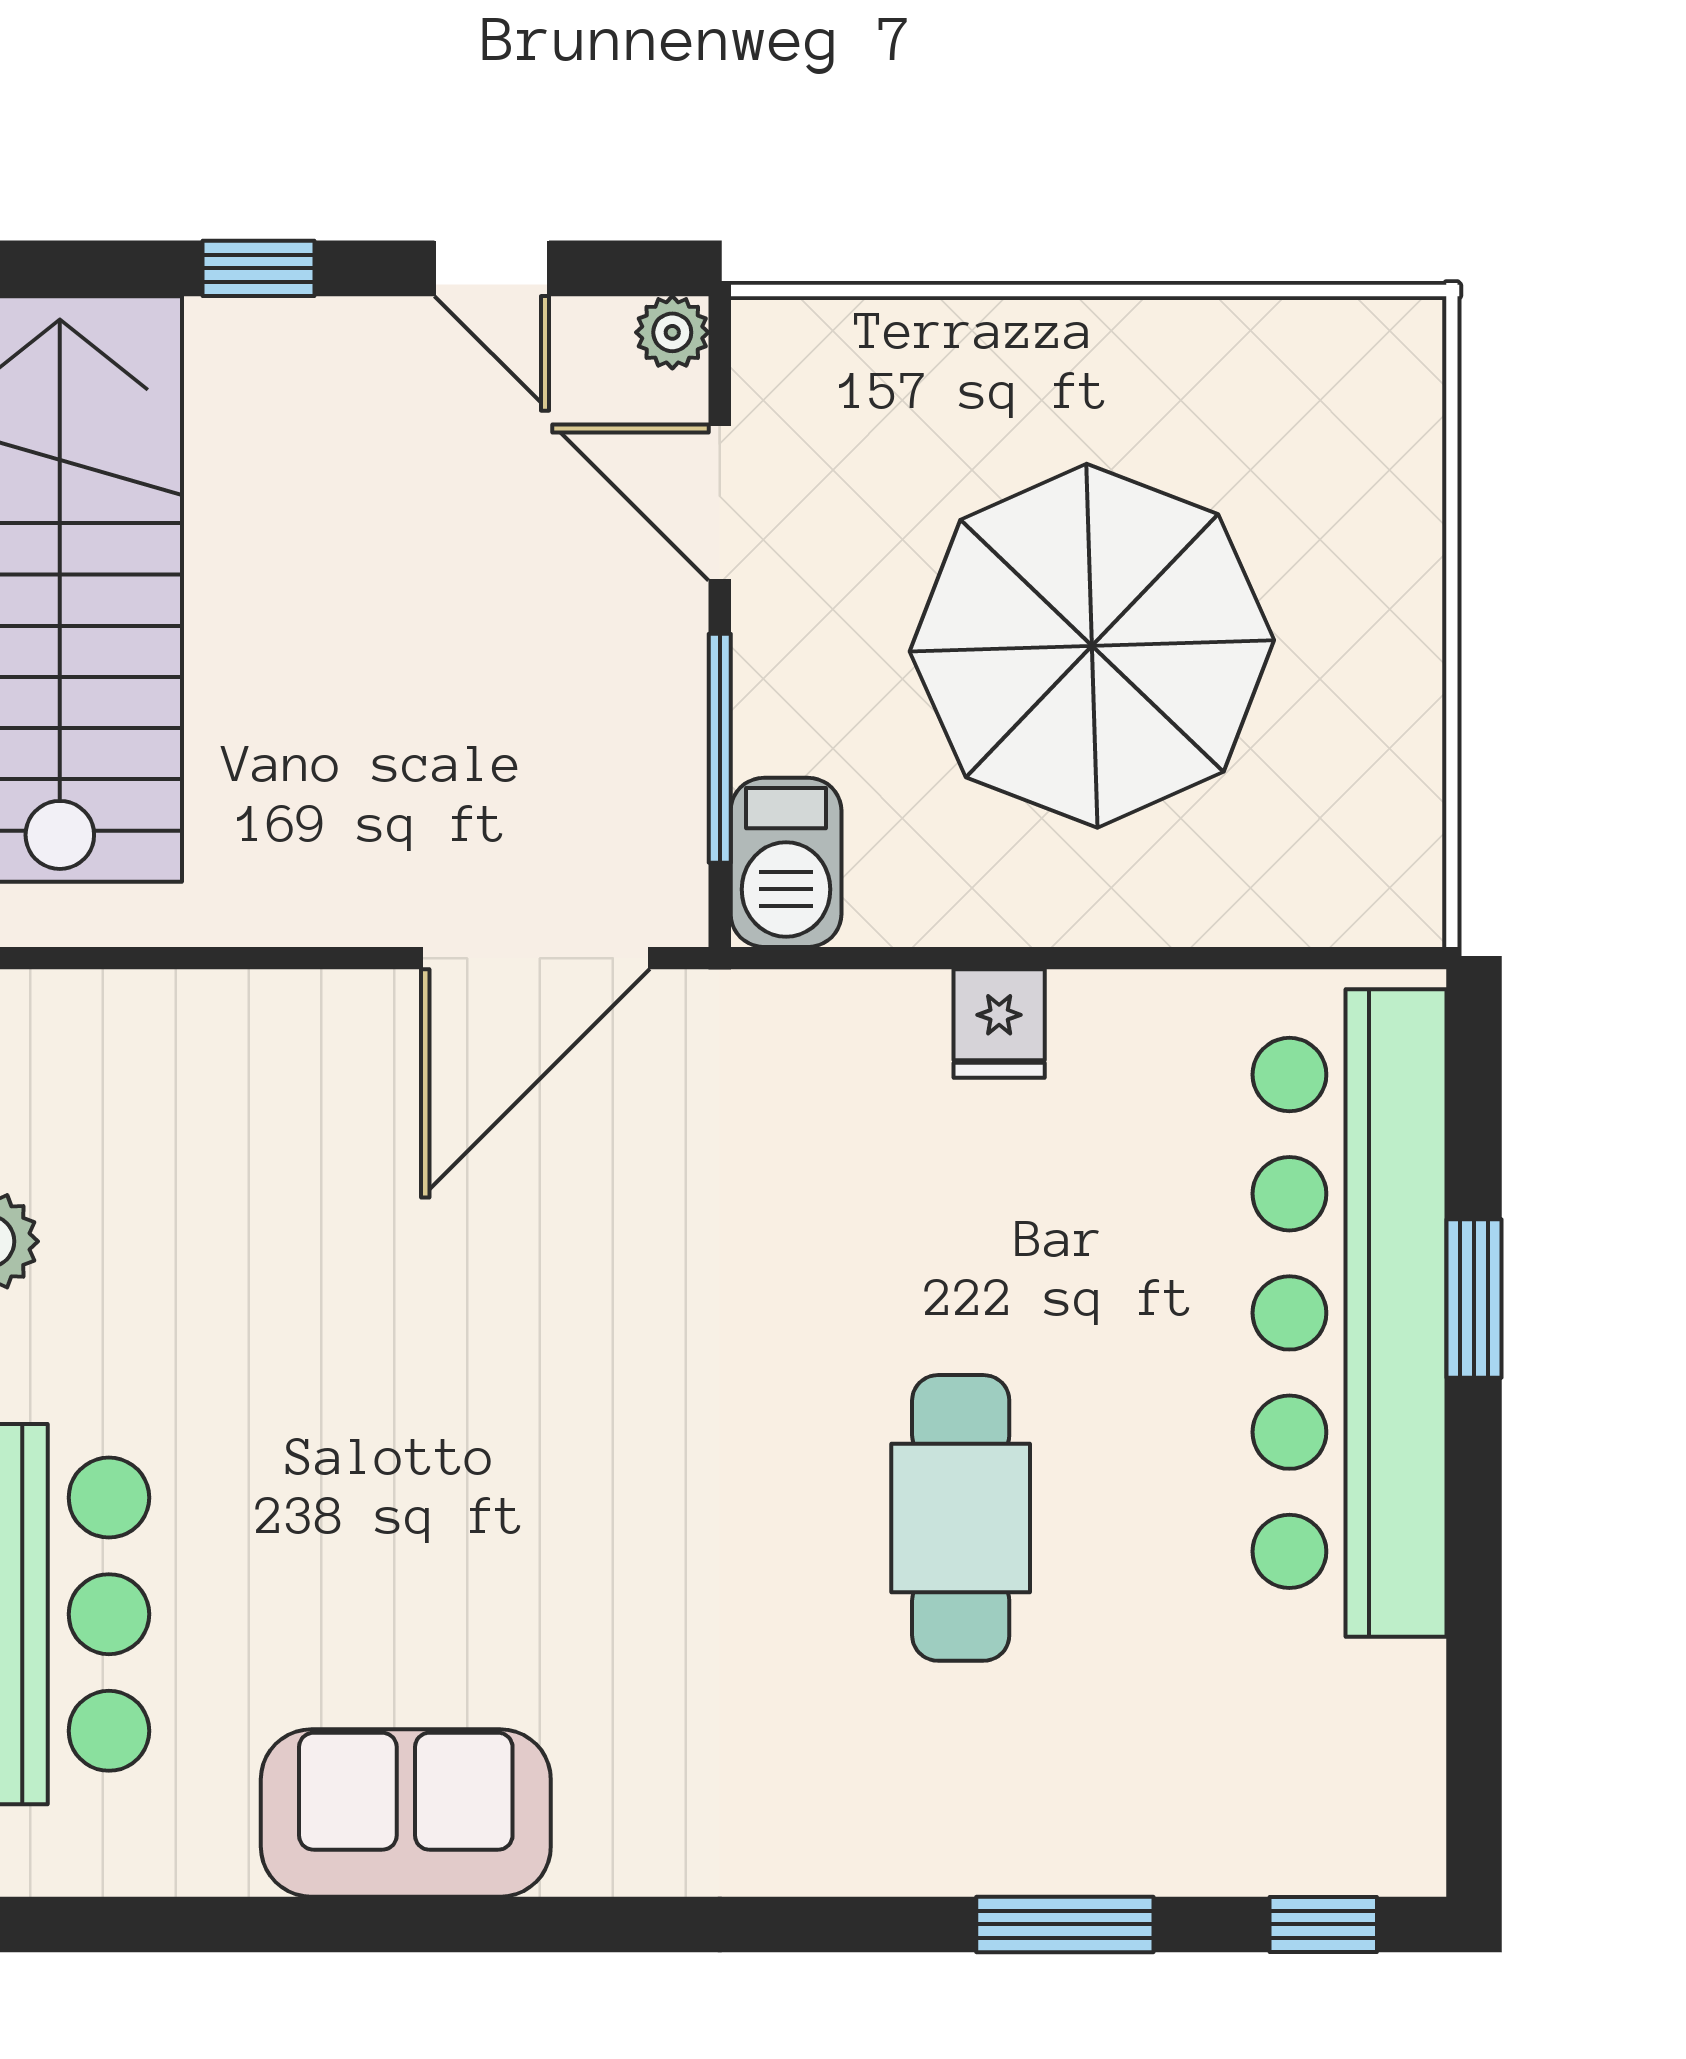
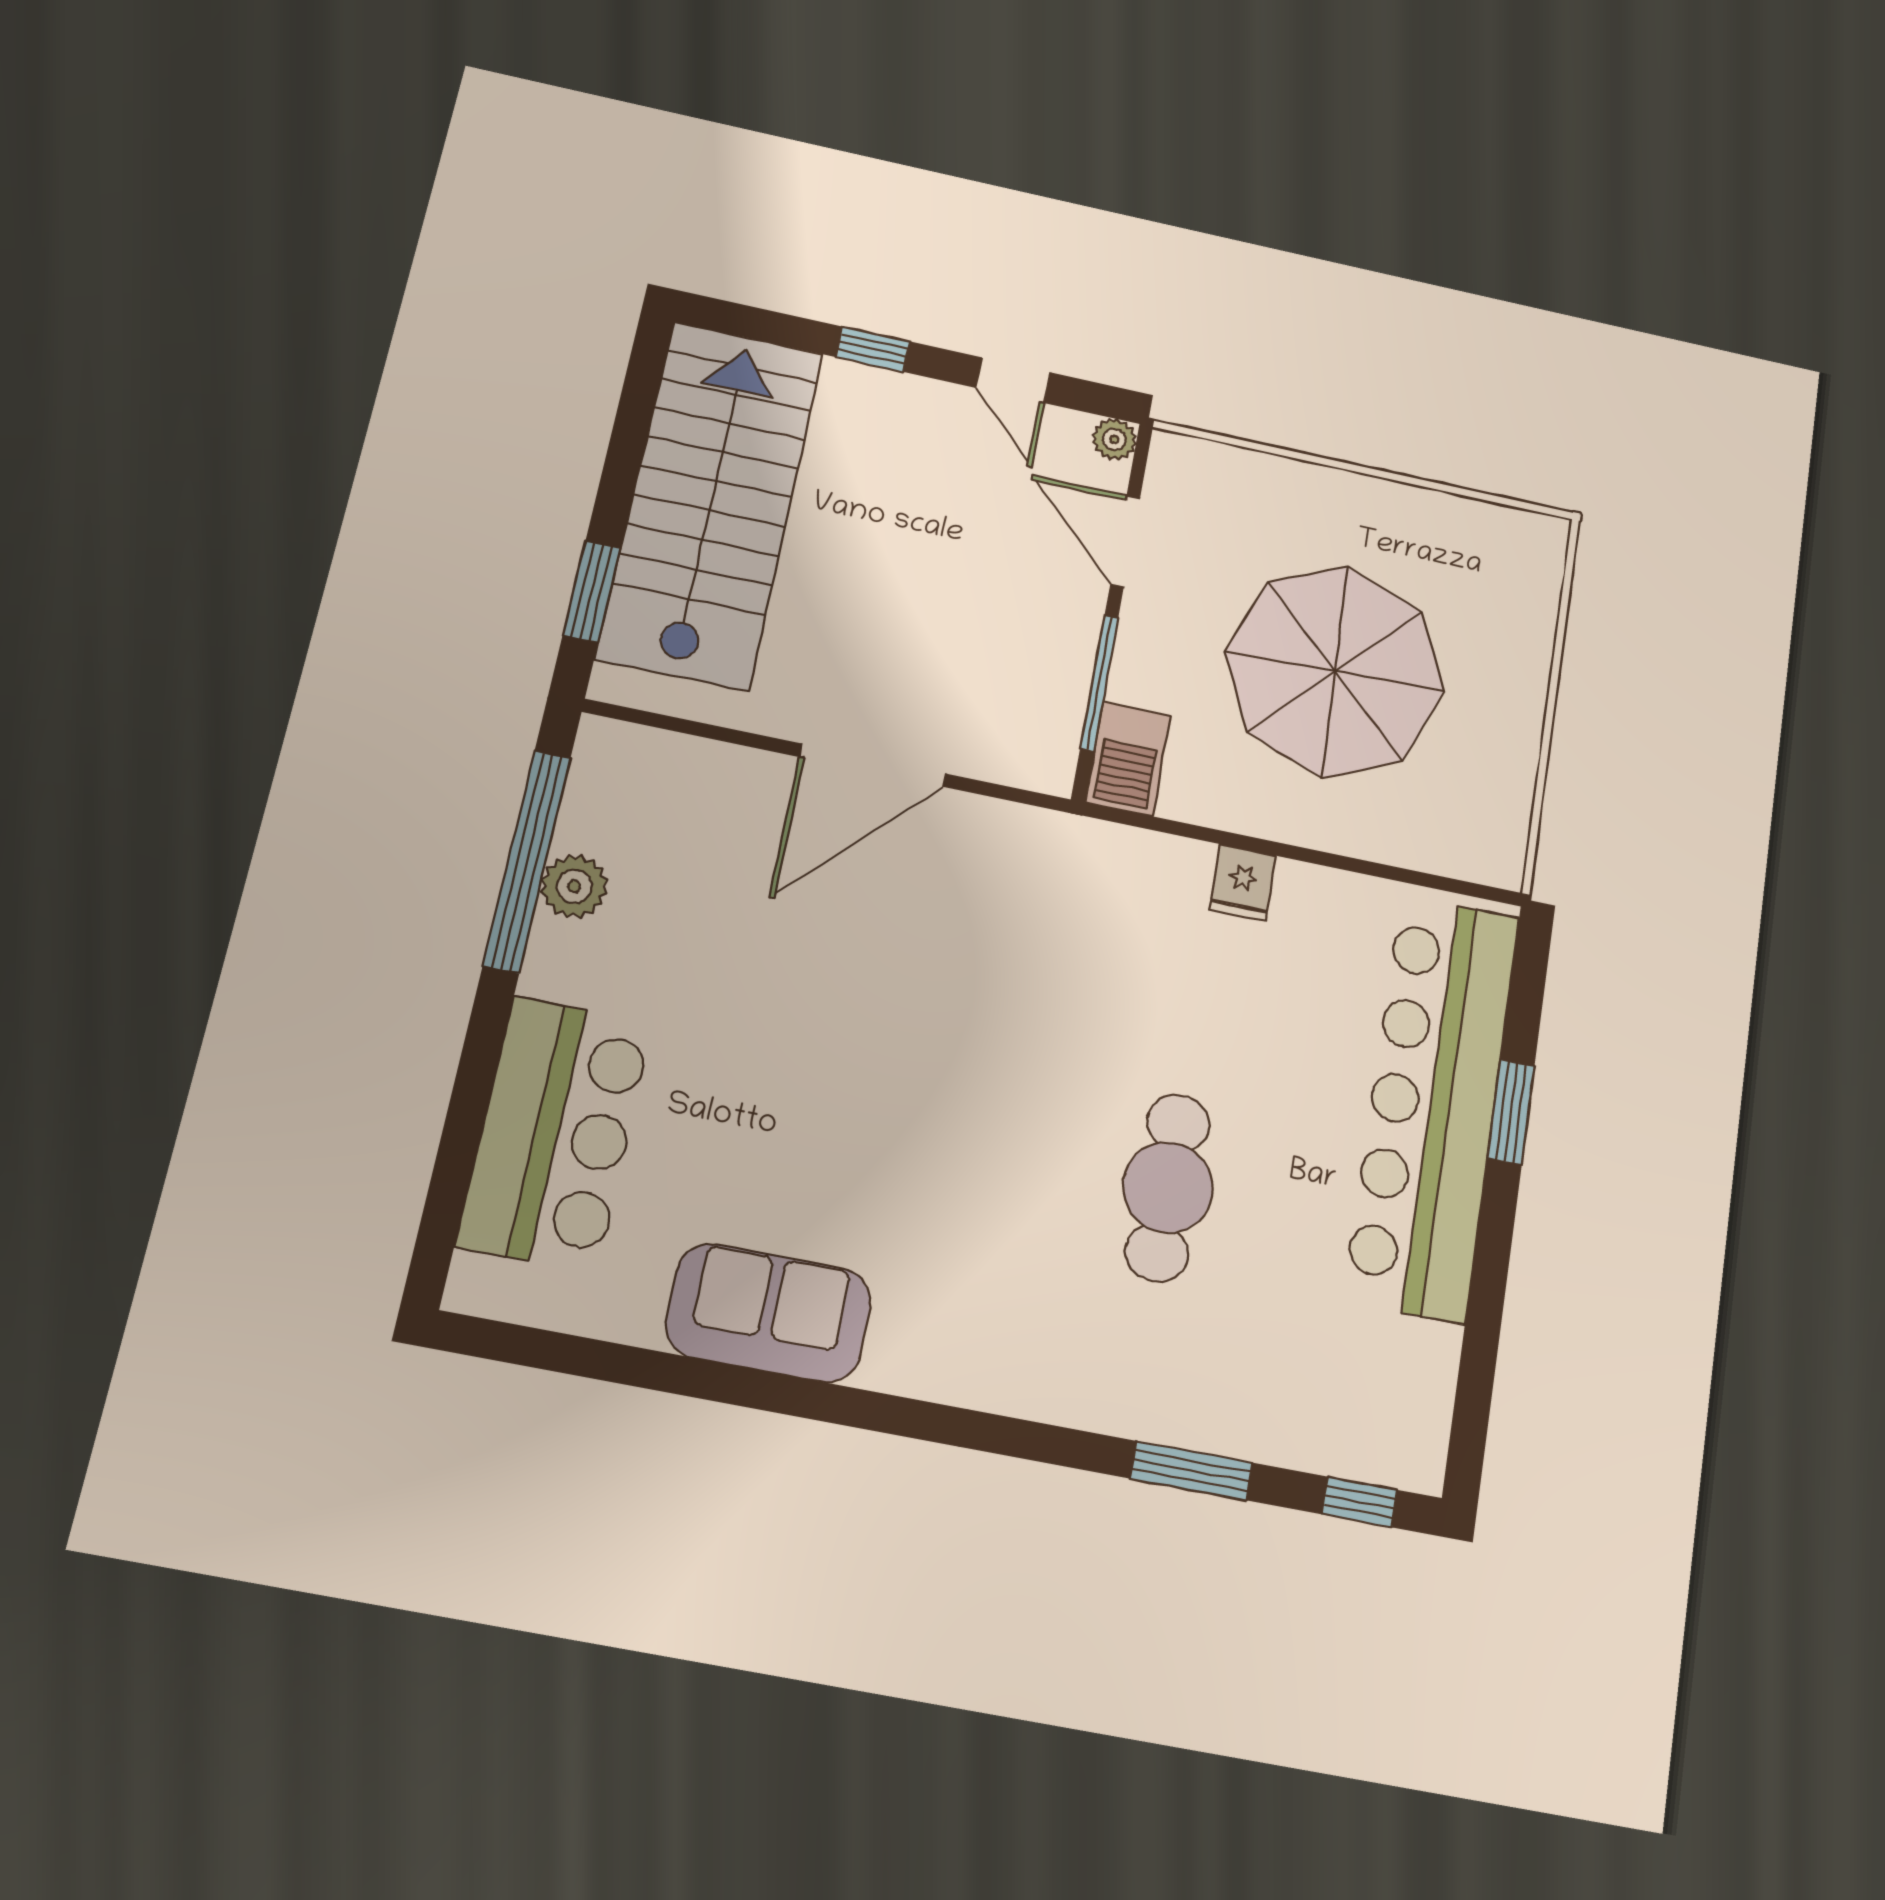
door: (535, 958) -> (873, 765), moved

